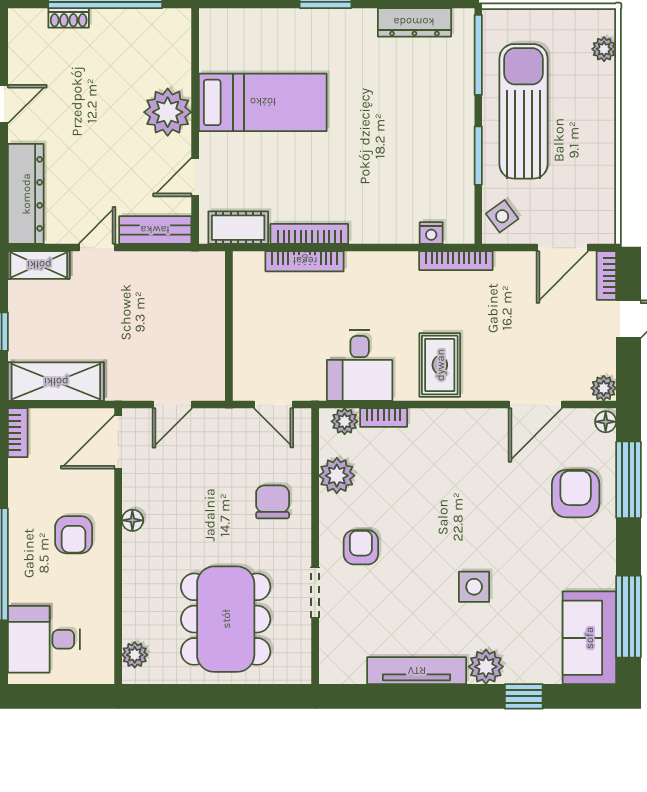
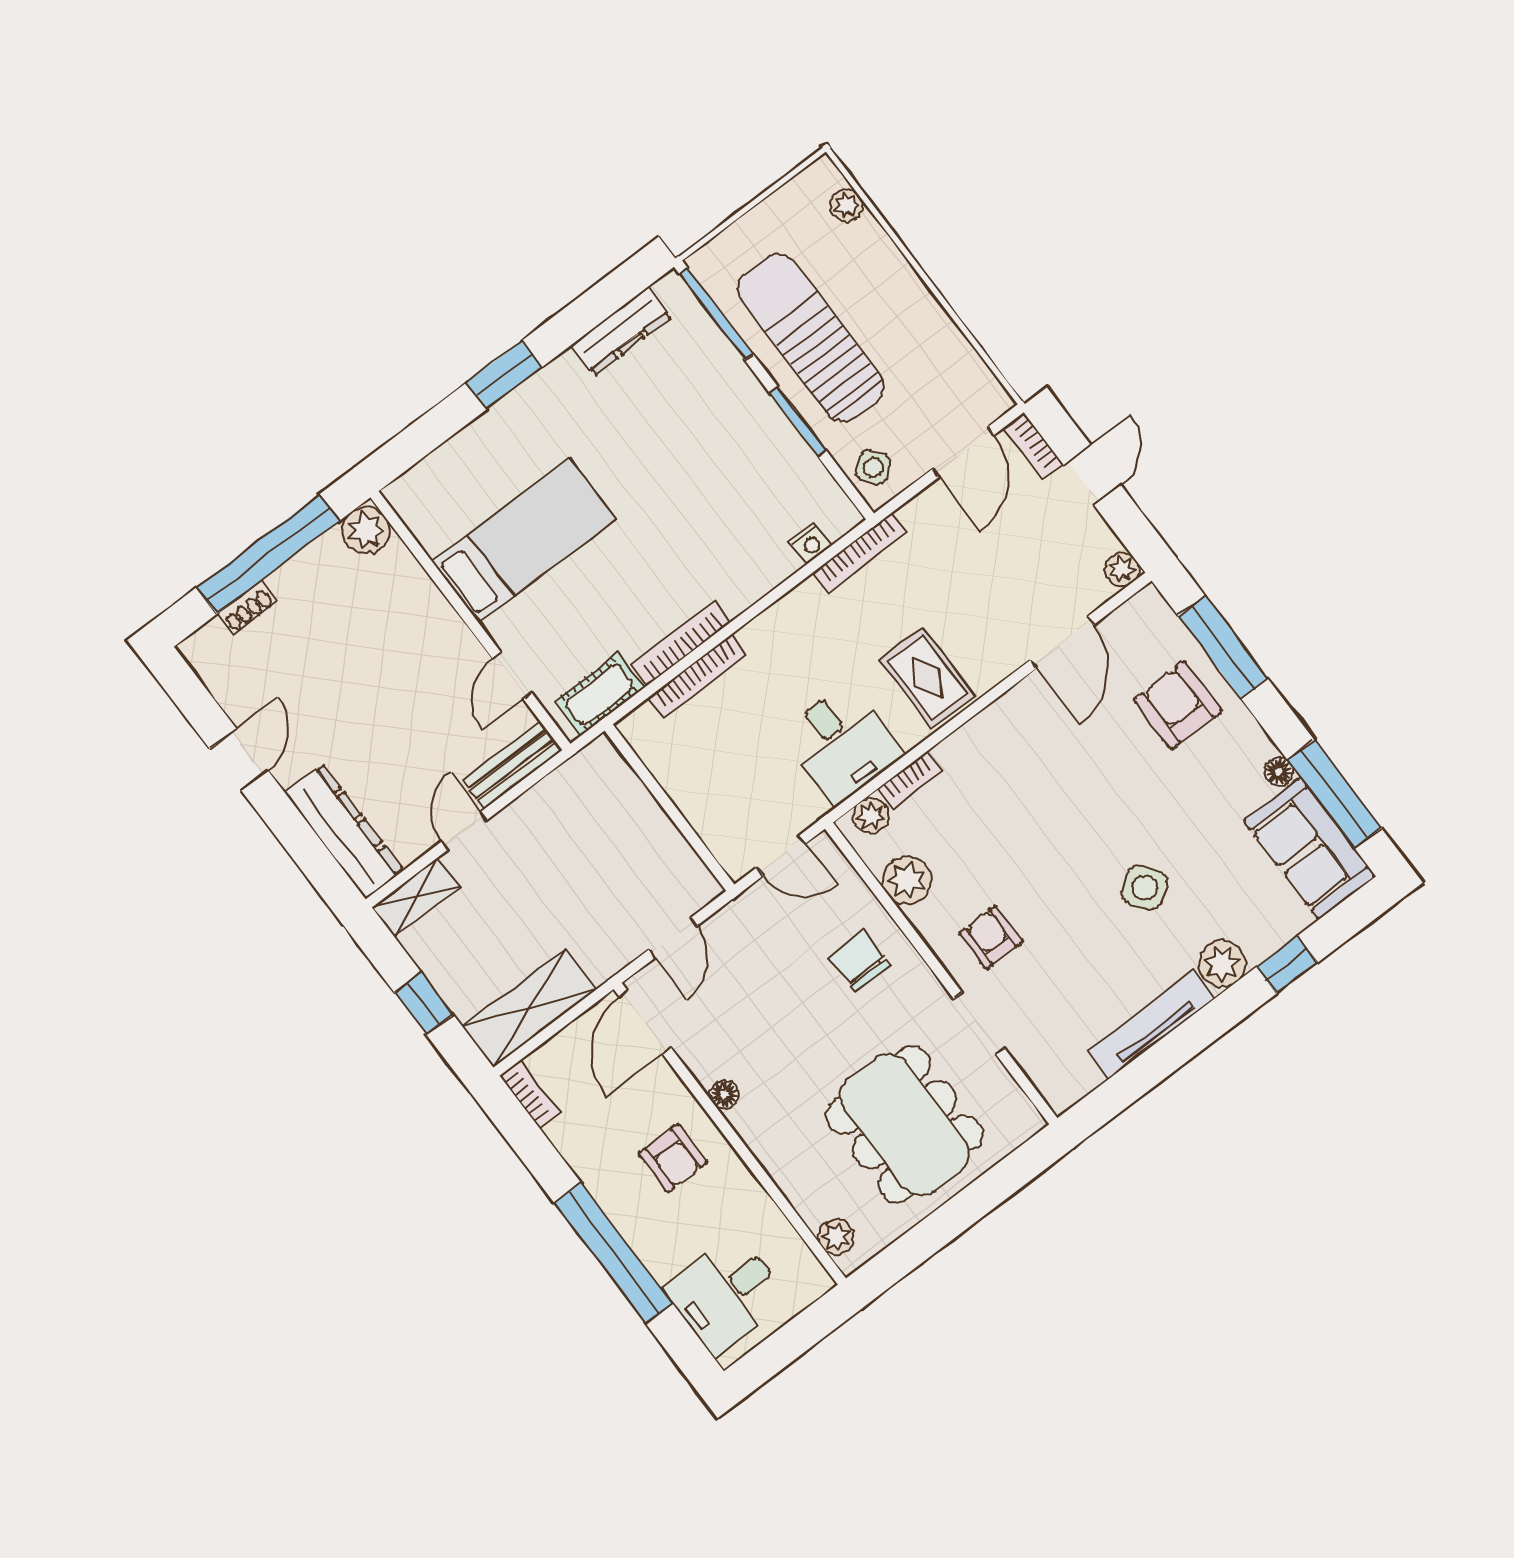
plant: (168, 112) -> (366, 530), moved, width x0.73, depth x0.73
floor lamp: (606, 422) -> (1279, 772), moved
side table: (474, 587) -> (1145, 888), turned -35

